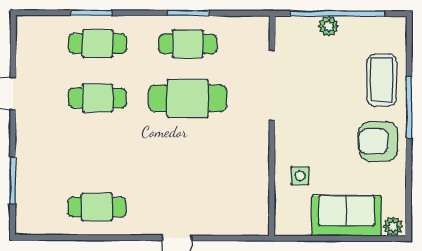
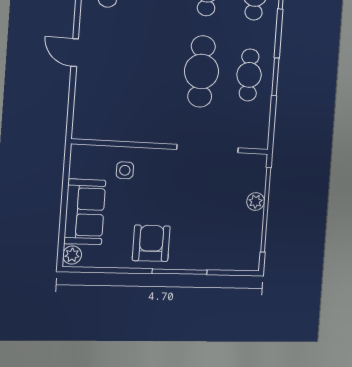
coffee table: (382, 80) -> (205, 248), removed

